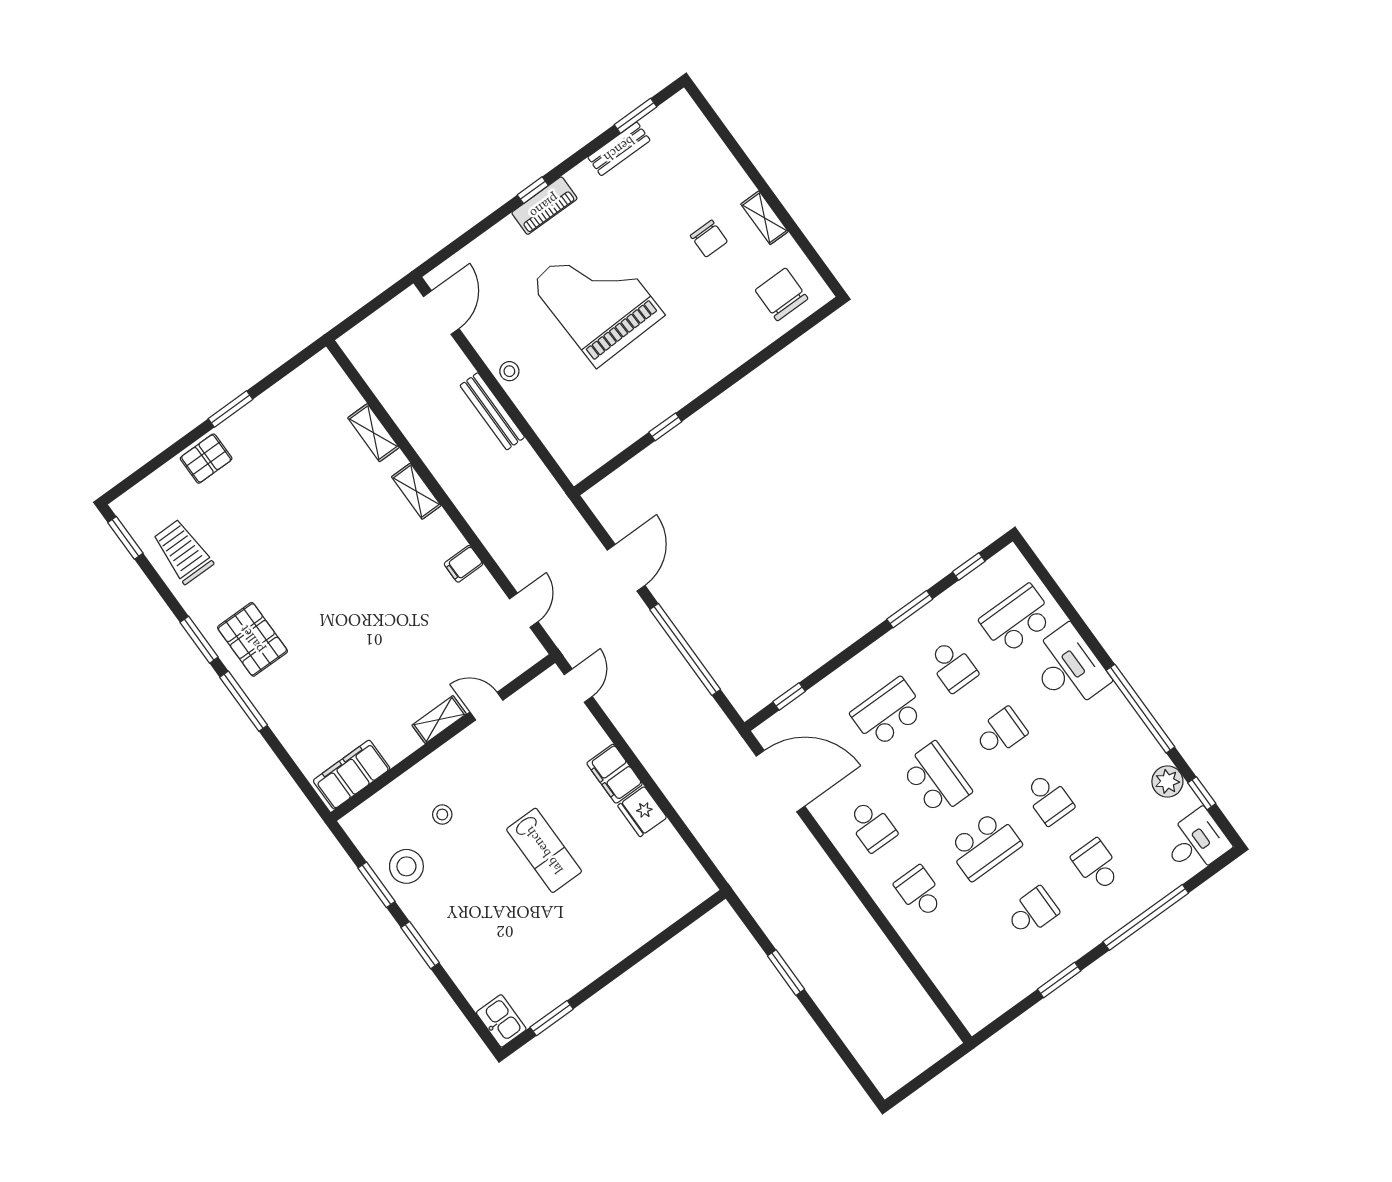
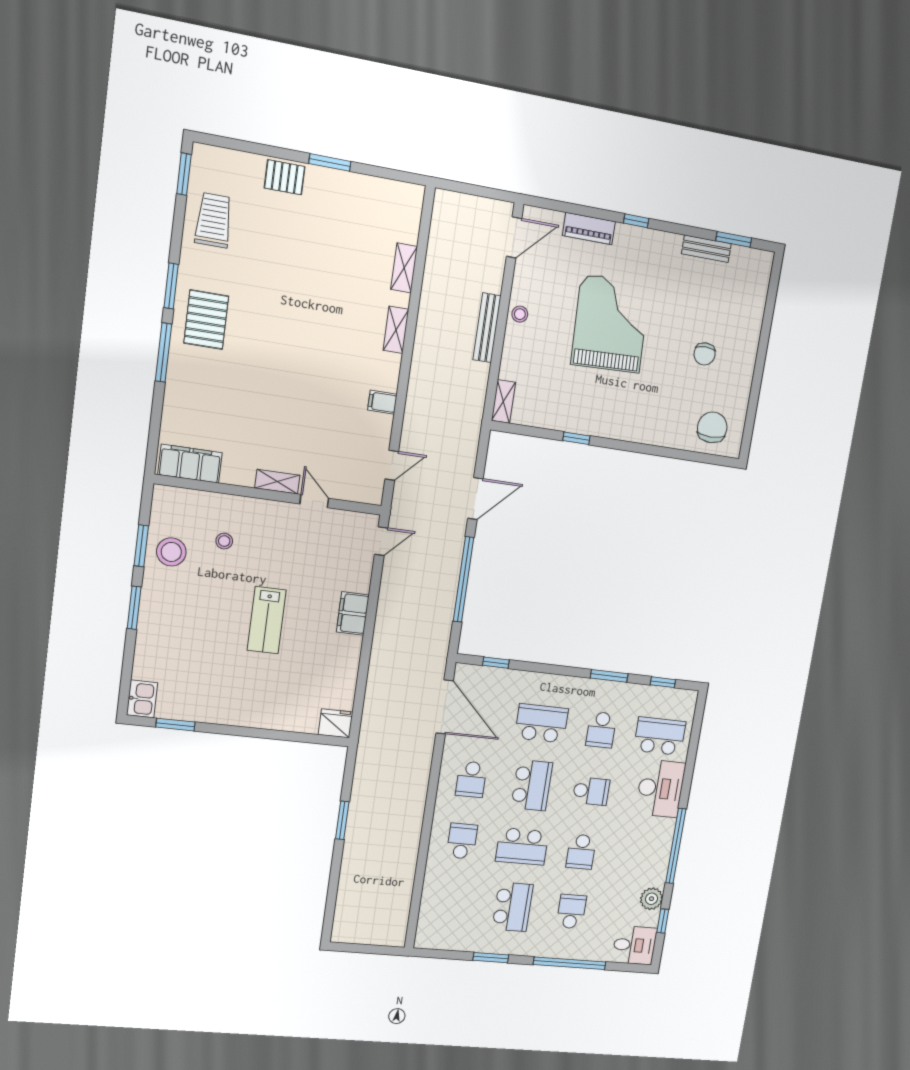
piano: (544, 206) -> (589, 229), moved
shelving: (765, 218) -> (503, 401), moved
fridge: (642, 812) -> (336, 723), moved, turned 90
school desk: (1032, 912) -> (513, 907), width x1.85

